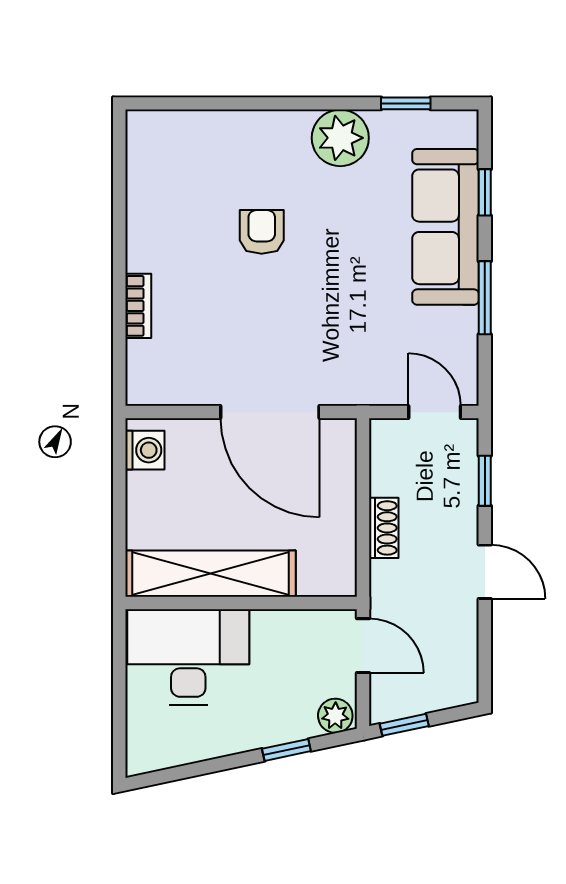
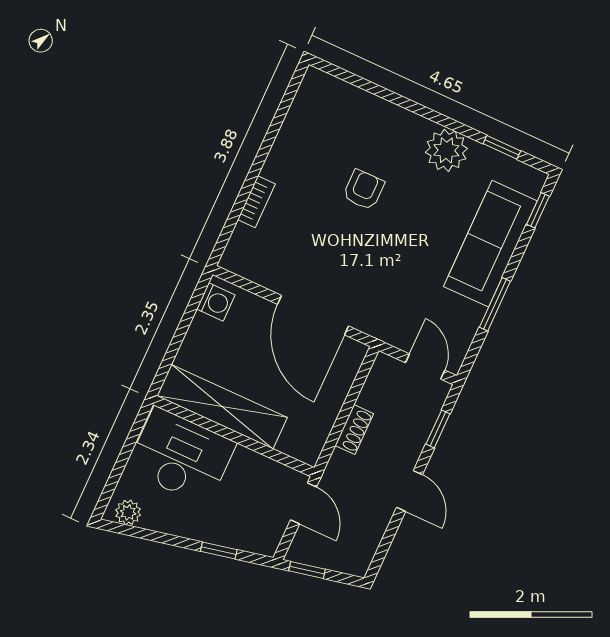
window: (485, 192) -> (538, 210), moved
plant: (335, 716) -> (128, 512), moved

